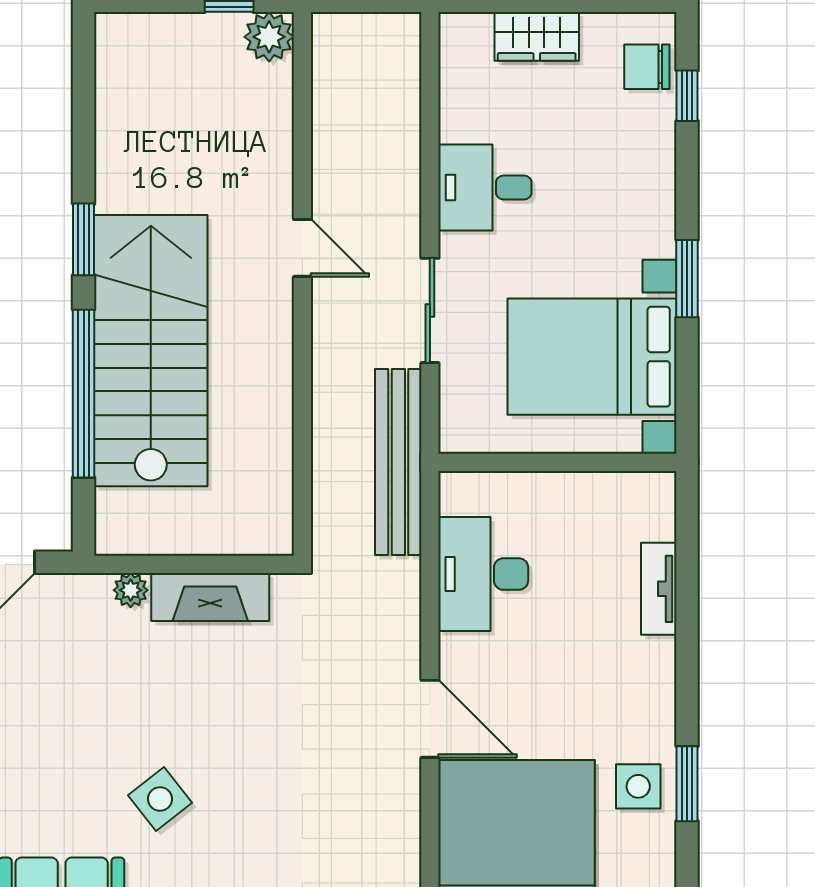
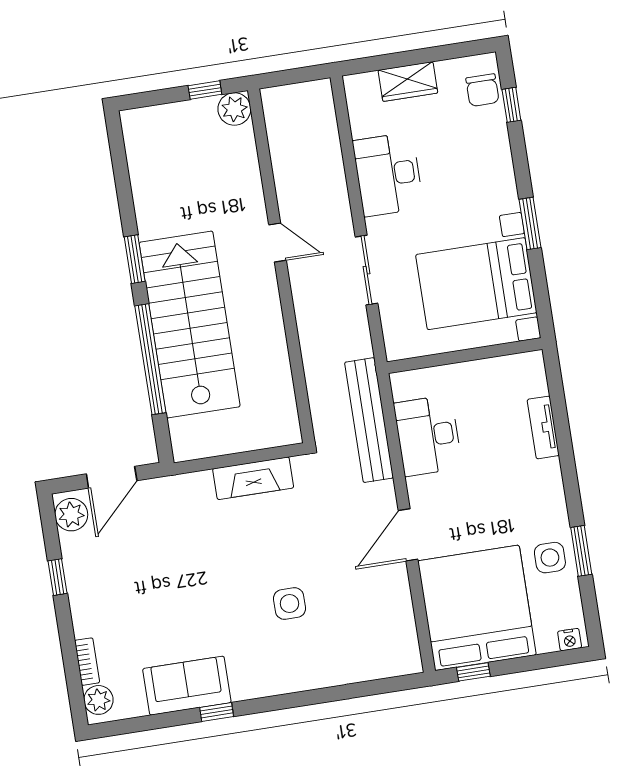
chair: (647, 67) -> (482, 90), turned -90
desk: (485, 187) -> (388, 174), width x1.37
bench: (398, 462) -> (369, 420), moved
plant: (131, 590) -> (201, 482), removed
door: (430, 719) -> (408, 535), swing flipped
side table: (160, 799) -> (290, 604), moved, turned 38

